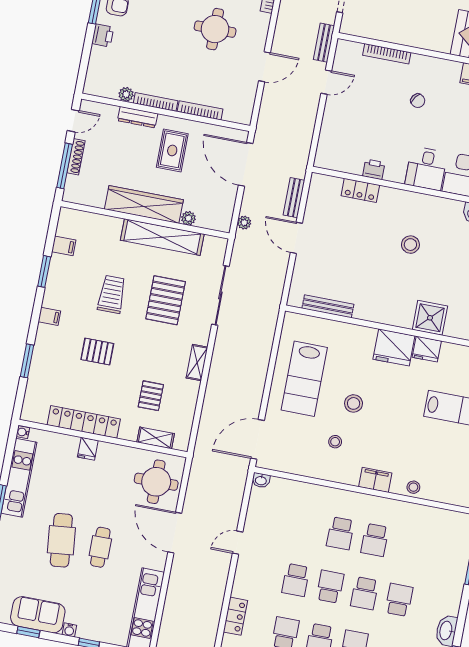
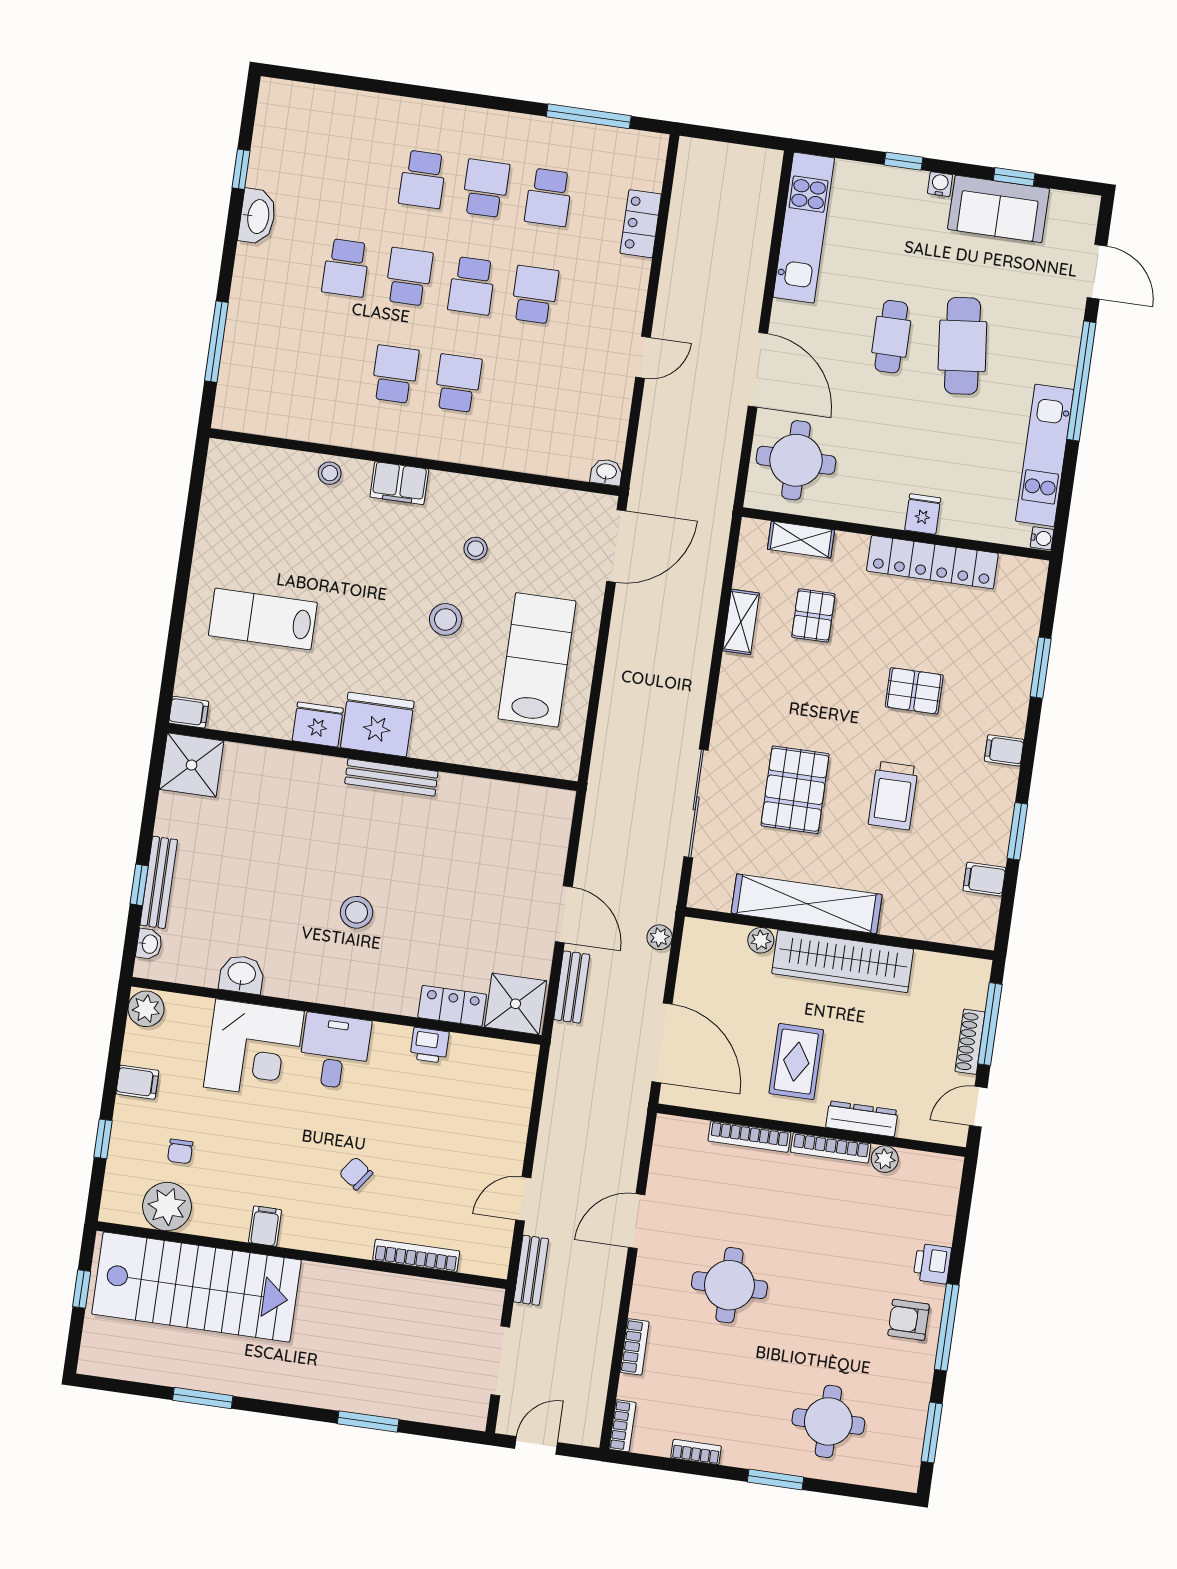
bench: (328, 306) -> (391, 777), moved
shower: (430, 318) -> (515, 1004), moved
shelving: (197, 363) -> (741, 622), moved

